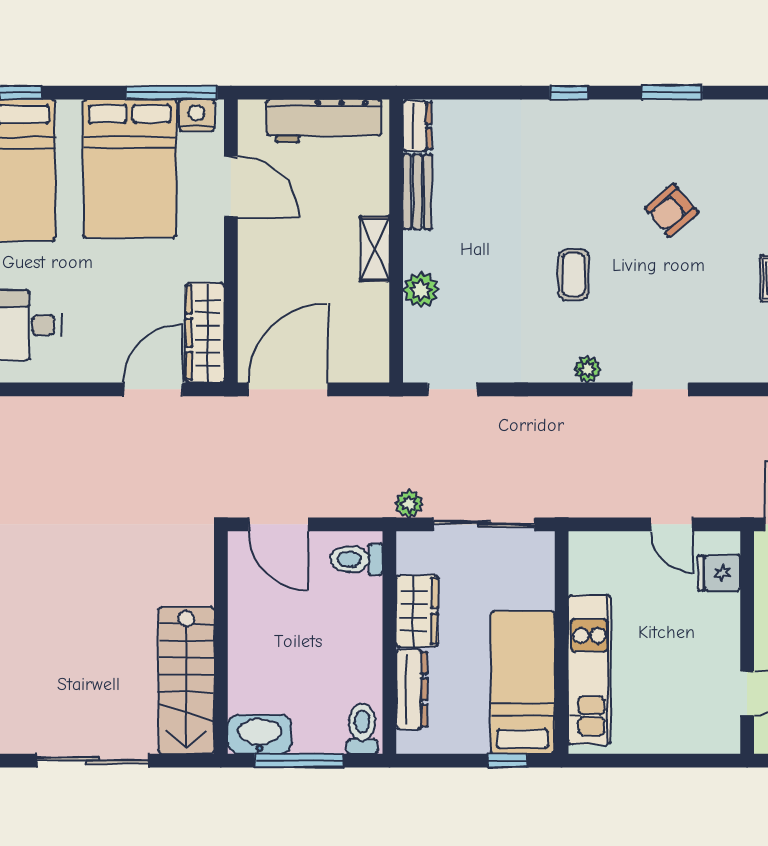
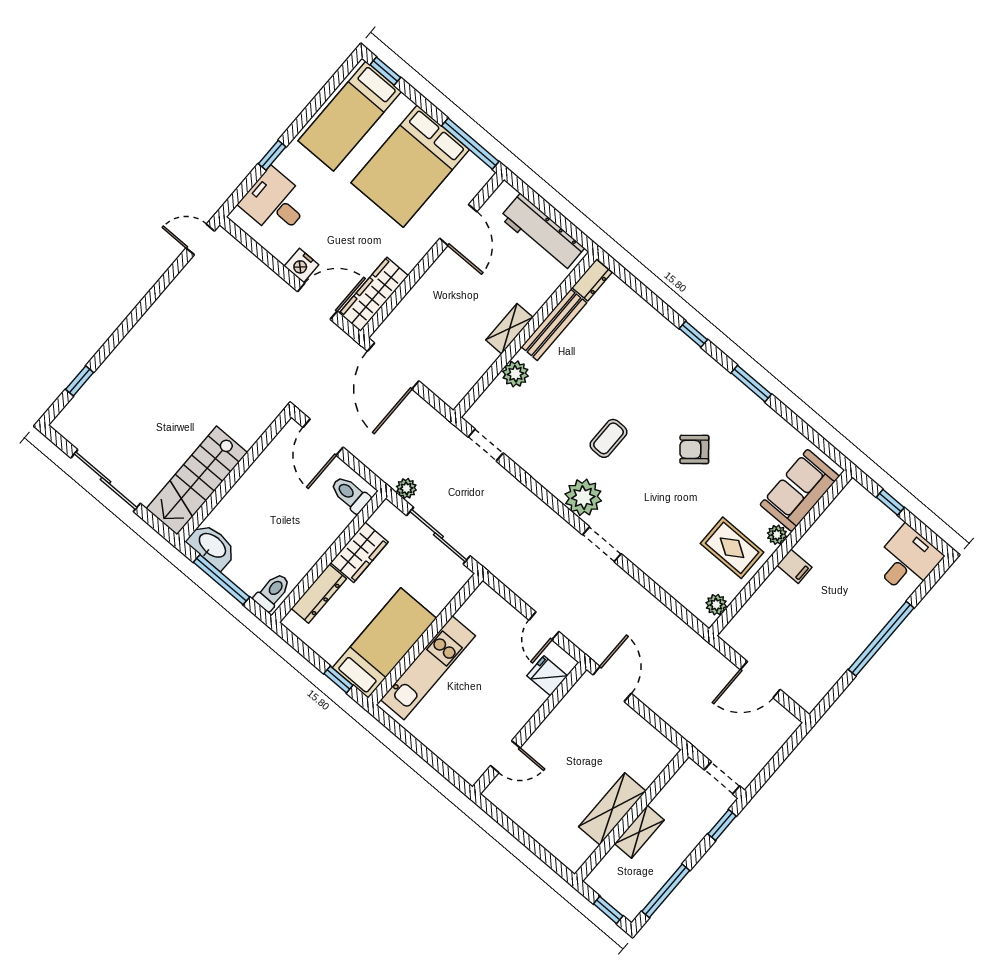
nightstand: (197, 115) -> (301, 265), moved, turned 180
bench: (417, 192) -> (554, 325), width x1.36
plant: (588, 369) -> (583, 497), width x1.88, depth x1.88
door: (288, 389) -> (393, 366), swing flipped

